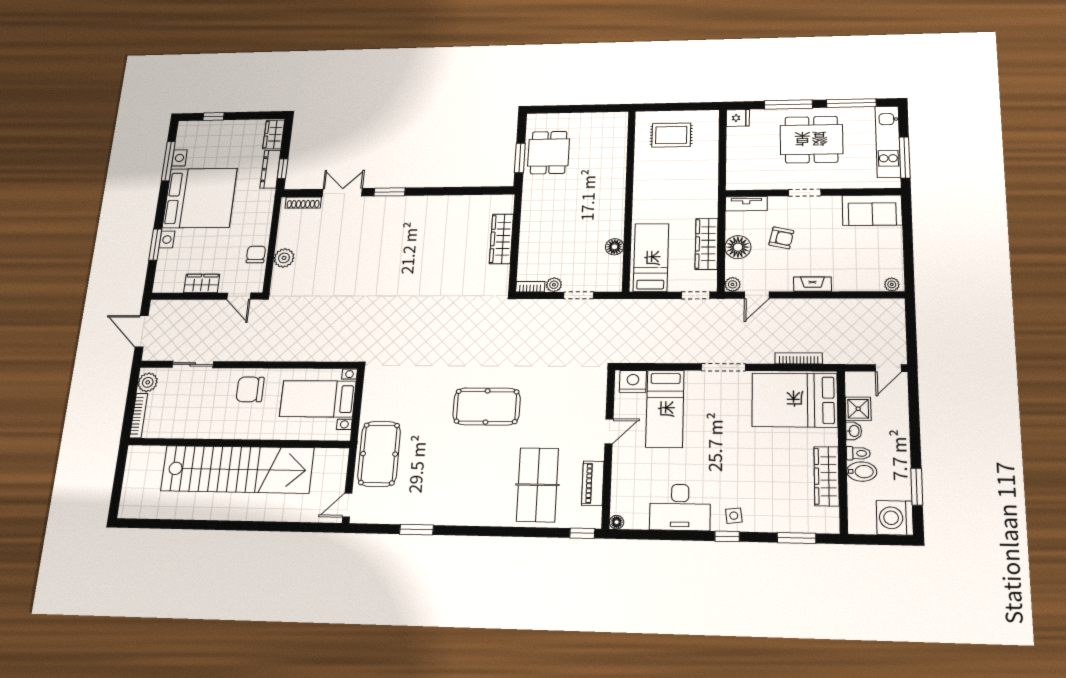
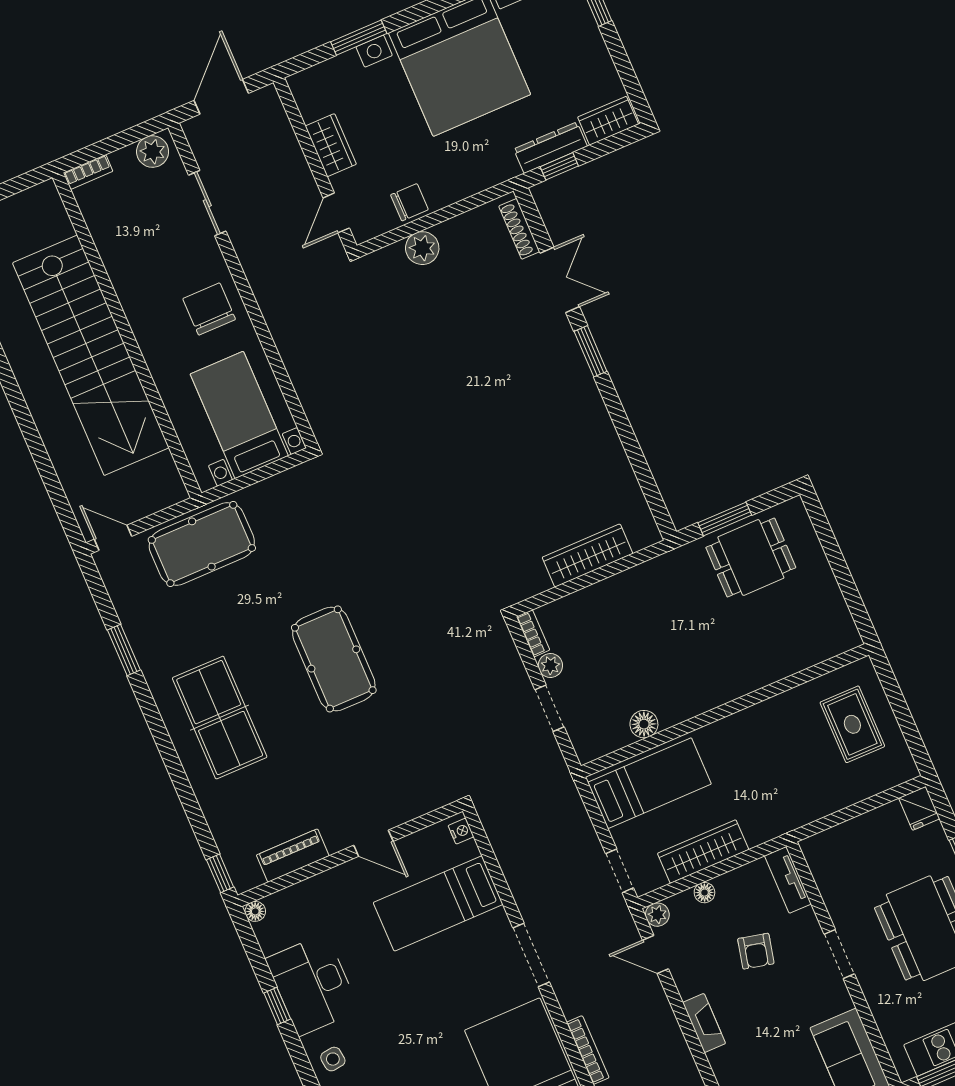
floor lamp: (738, 247) -> (704, 893), width x0.53, depth x0.53
nightstand: (633, 381) -> (461, 831), width x0.53, depth x0.56
bookcase: (139, 416) -> (88, 172), width x0.64
table tennis table: (537, 485) -> (220, 718), moved, turned 90
window: (727, 536) -> (277, 1006), moved

